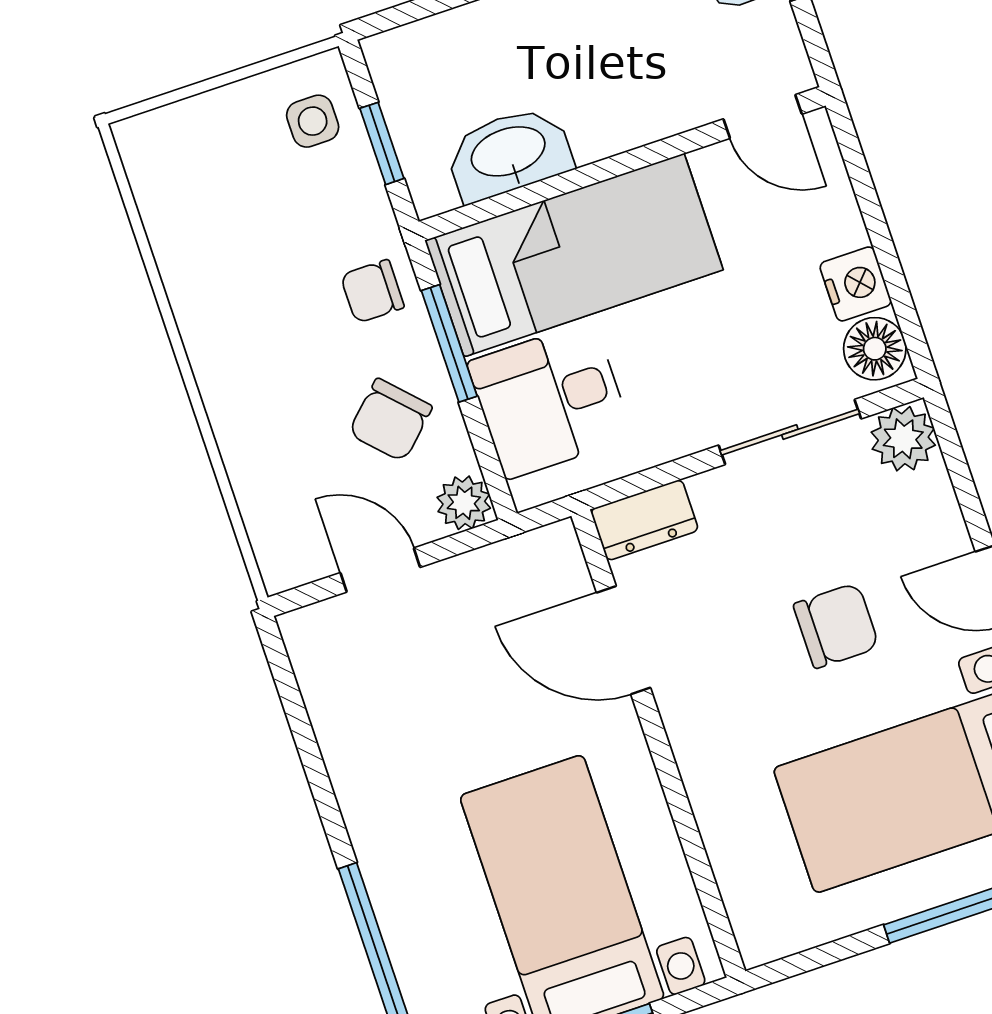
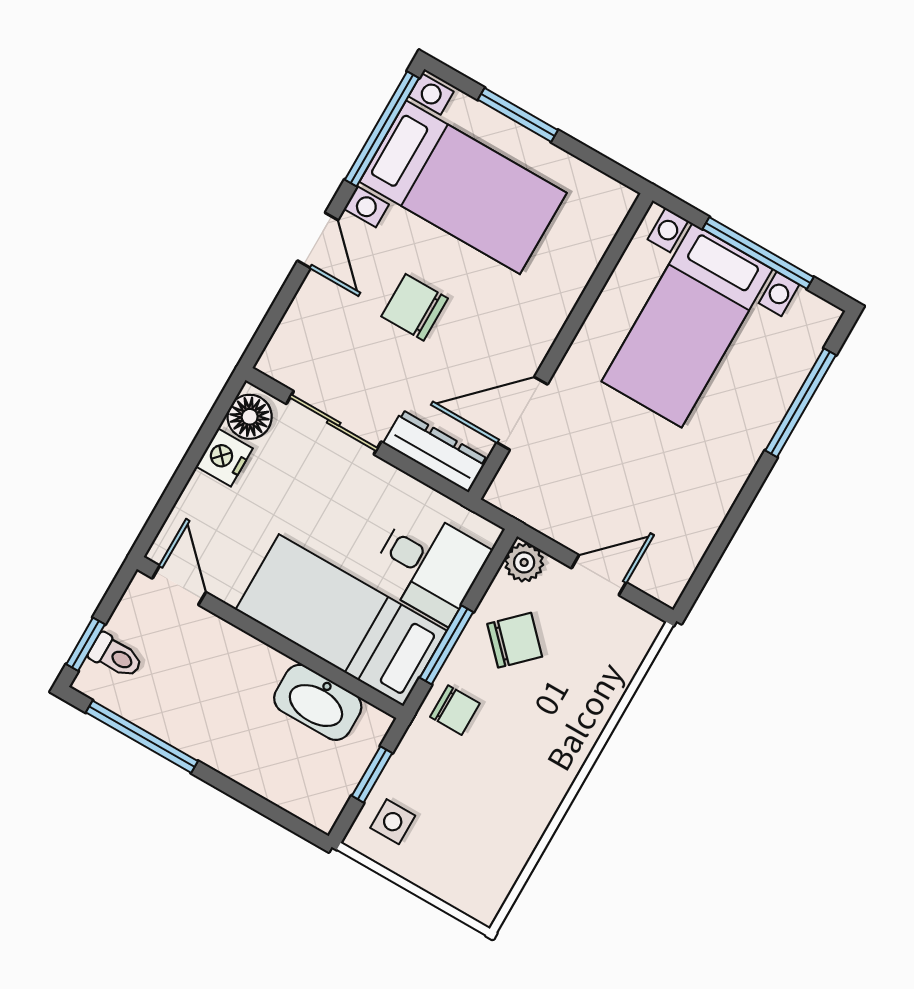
plant: (903, 439) -> (284, 359), removed
dresser: (644, 520) -> (435, 451), width x1.44
door: (380, 570) -> (599, 575), swing flipped
door: (623, 640) -> (522, 413), swing flipped

